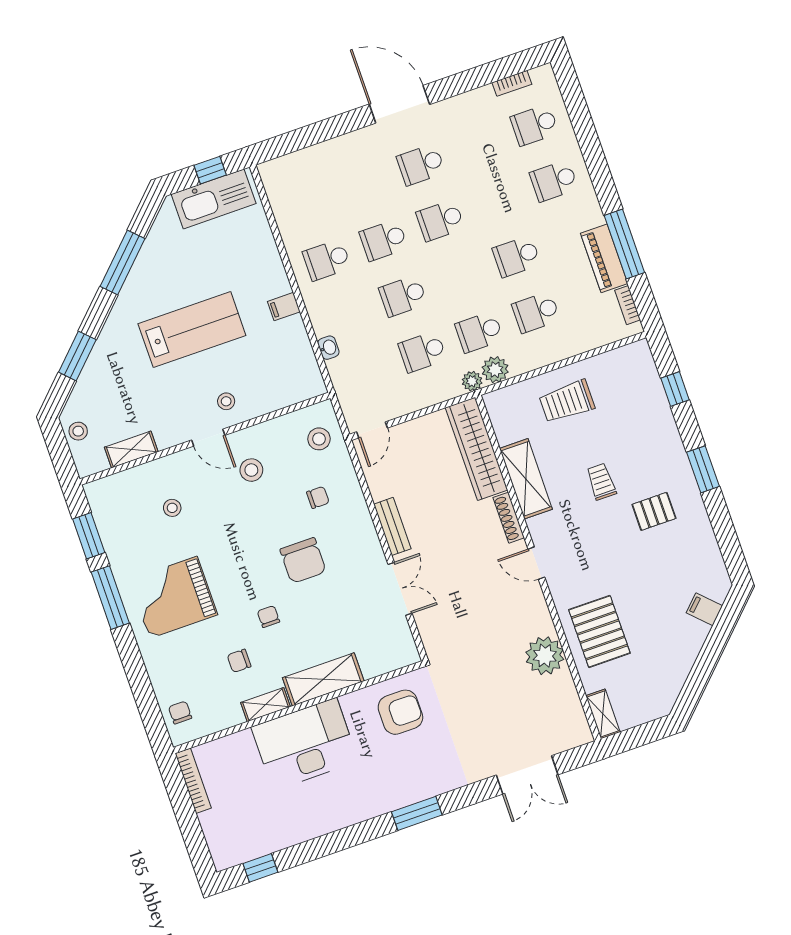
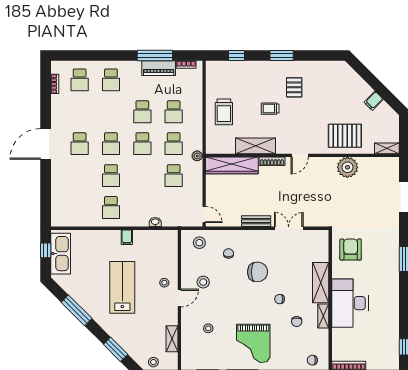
school desk: (403, 296) -> (142, 144), moved
plant: (495, 370) -> (195, 142), removed
filing cabinet: (704, 609) -> (374, 101), moved

